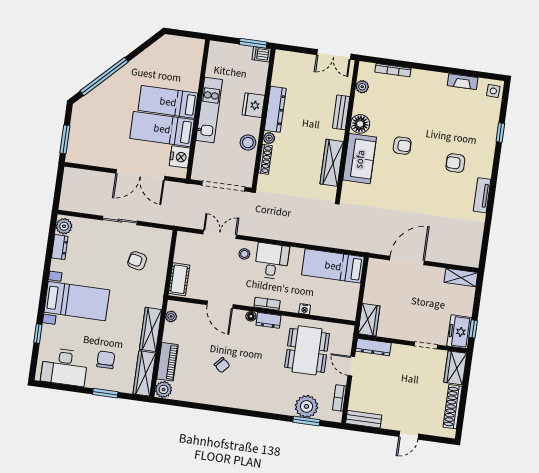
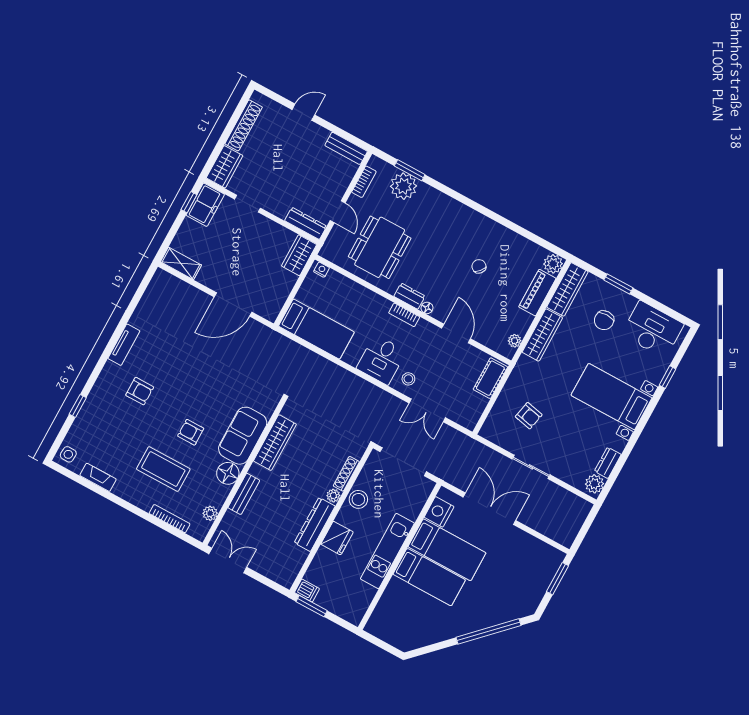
coffee table: (413, 108) -> (163, 469), added
nightstand: (305, 309) -> (322, 270), moved

